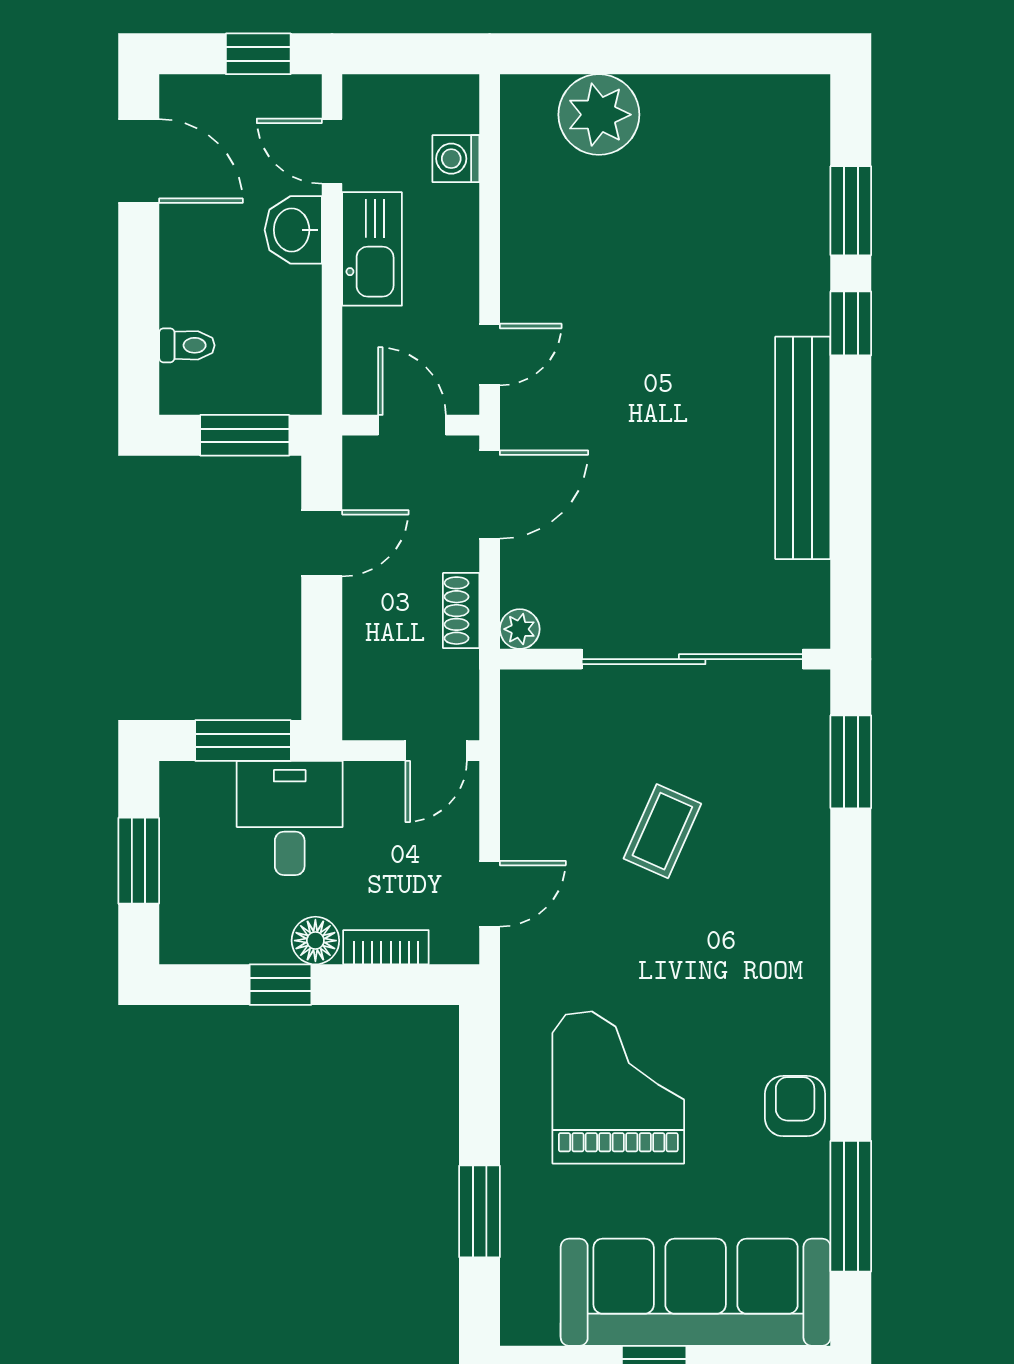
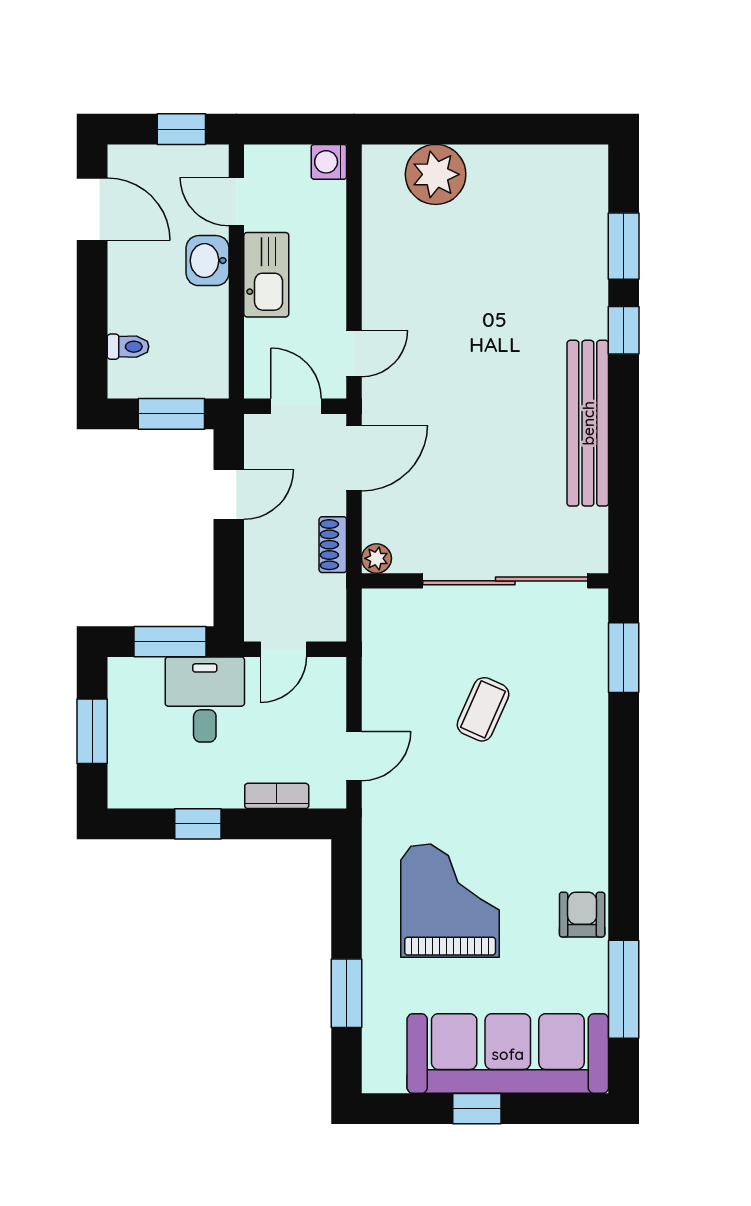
washing machine: (456, 159) -> (329, 162), moved
door: (436, 751) -> (283, 649), moved
floor lamp: (315, 941) -> (224, 791), removed

